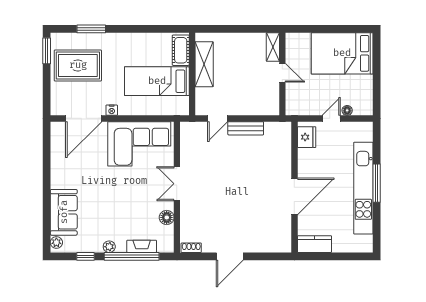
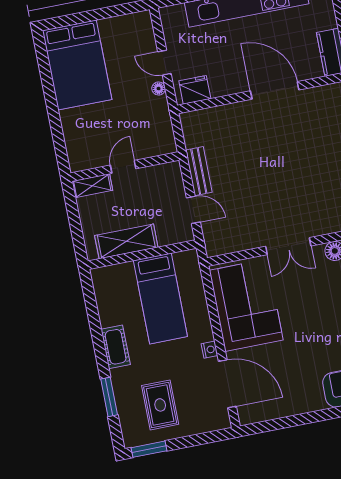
shelving: (273, 47) -> (92, 186), moved
cot: (181, 50) -> (116, 347), moved, turned 90
rug: (78, 65) -> (160, 405), width x0.73, depth x0.70
door: (282, 73) -> (123, 167), moved
wall: (282, 74) -> (125, 167), moved
floor lamp: (347, 110) -> (159, 89), moved

